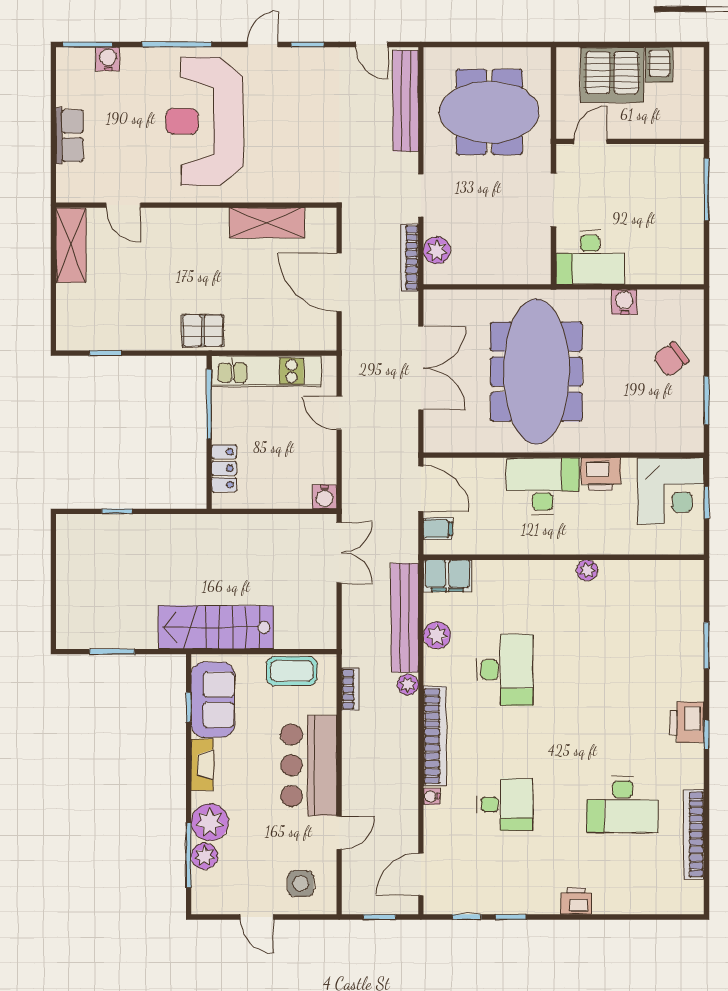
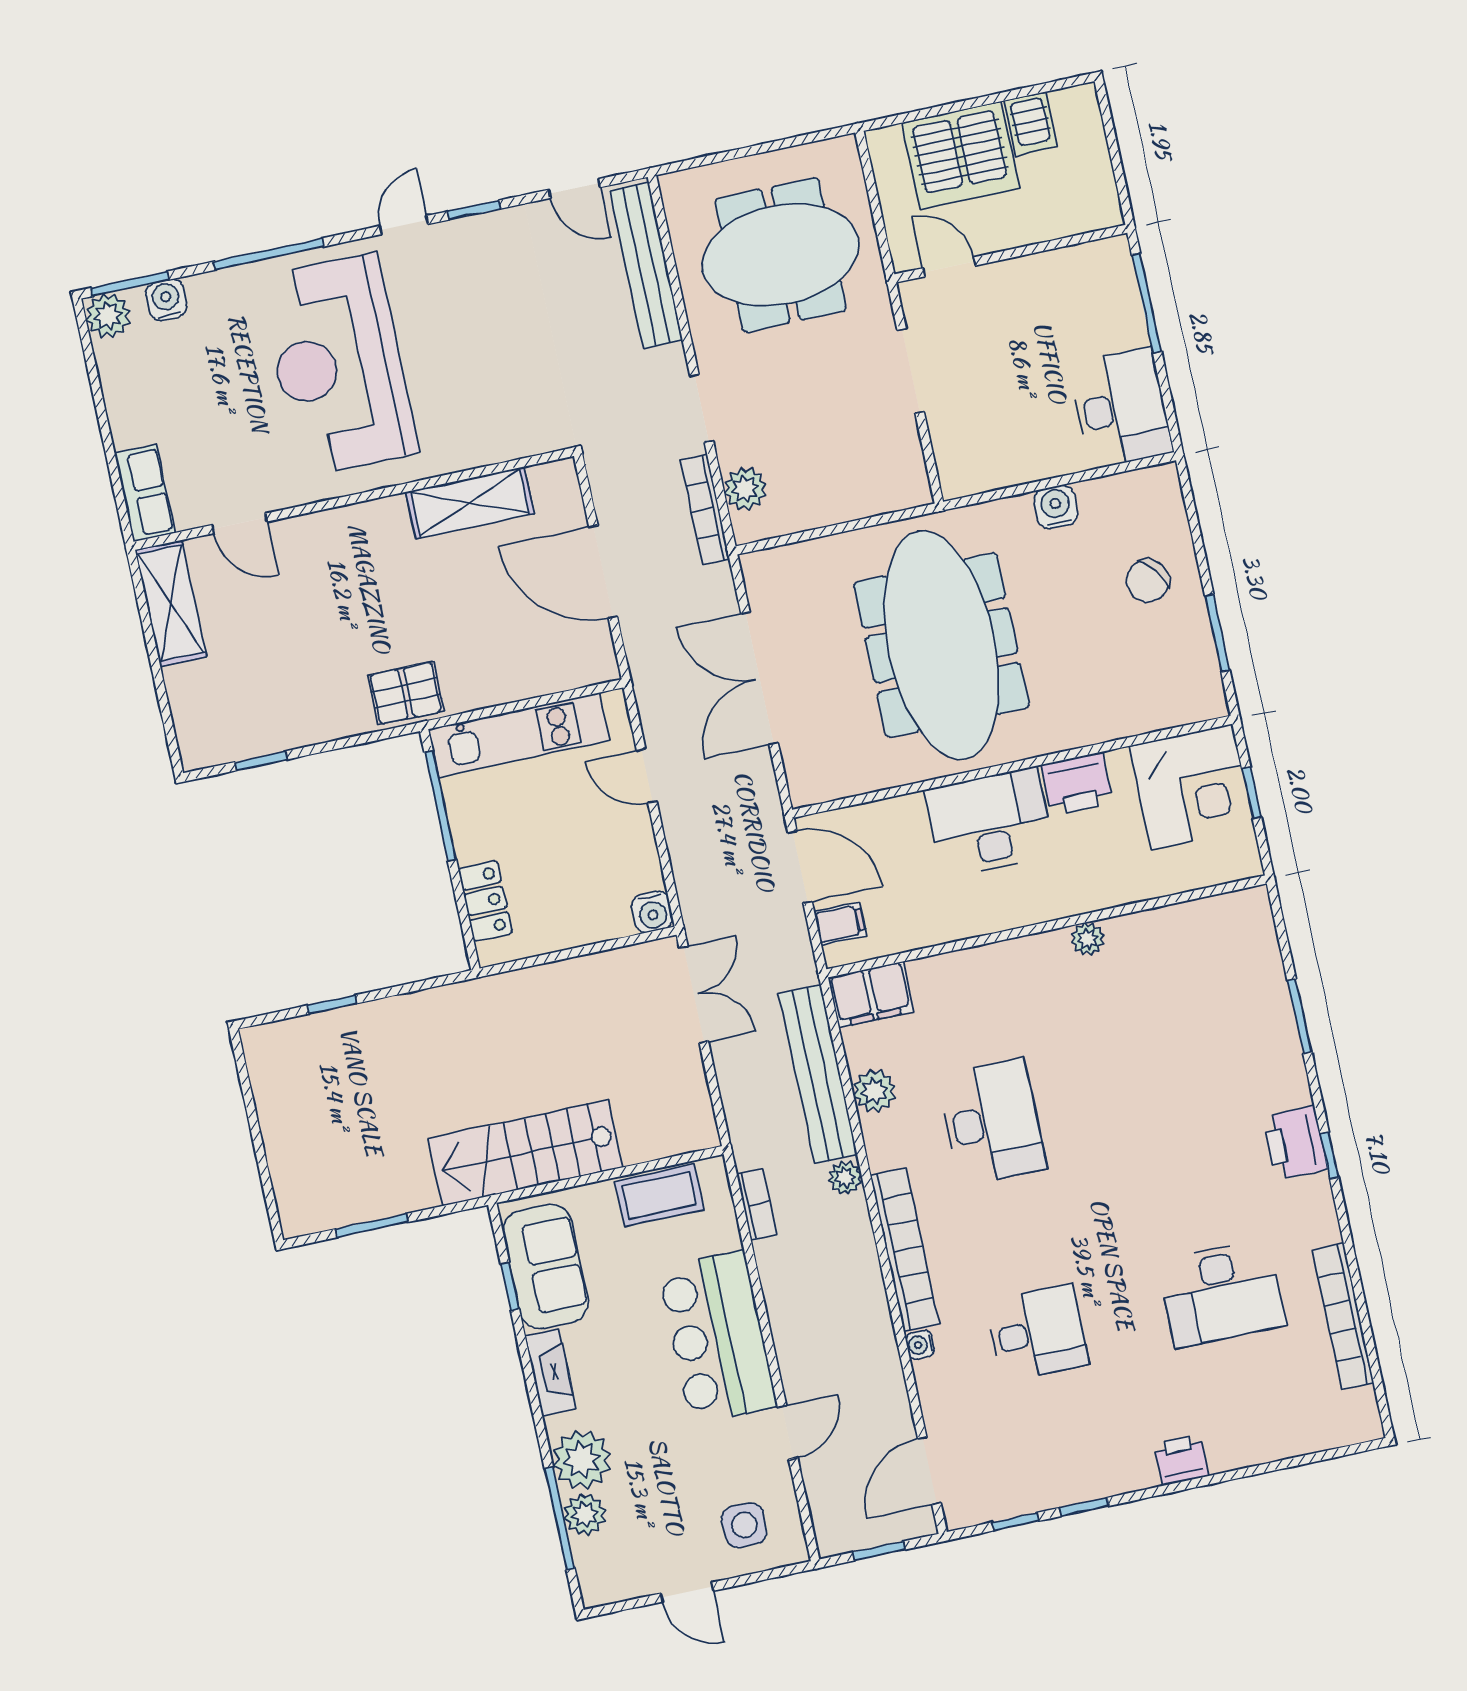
plant: (70, 61) -> (108, 316), added
row of seats: (70, 136) -> (145, 493), moved
door: (591, 141) -> (949, 267), hinge flipped
desk: (590, 258) -> (1121, 408), moved, turned -90
double door: (421, 368) -> (759, 678), swing flipped

